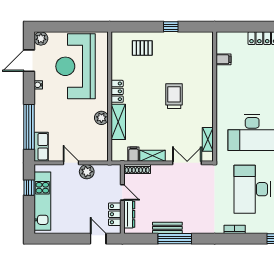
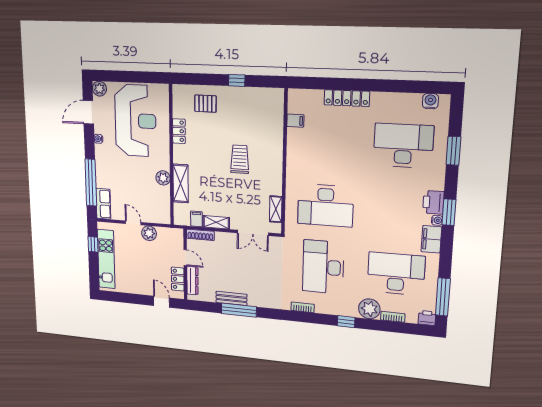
reception desk: (75, 66) -> (135, 121), turned 180
locker: (117, 91) -> (179, 131), moved
double door: (187, 163) -> (253, 233), swing flipped

